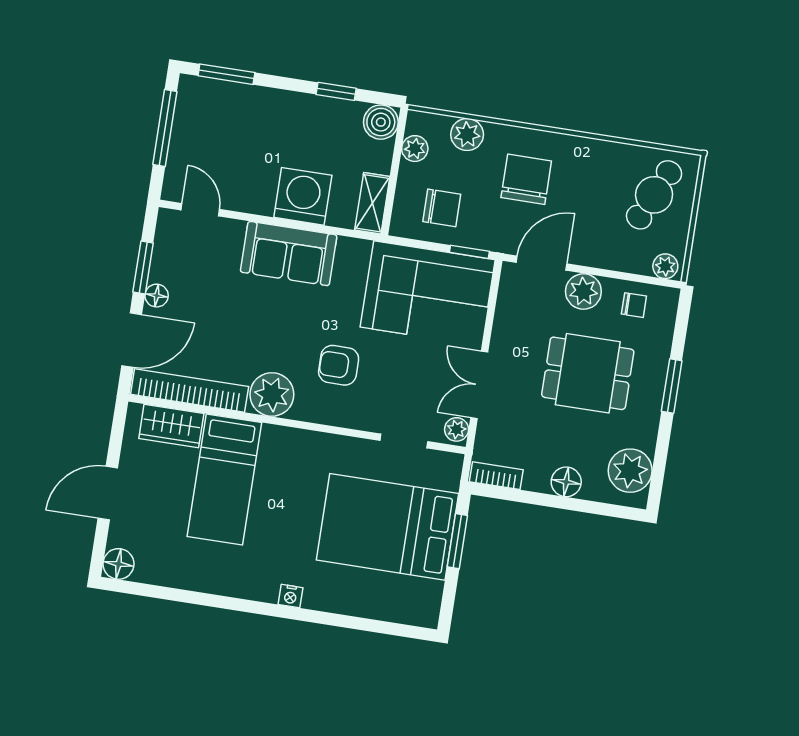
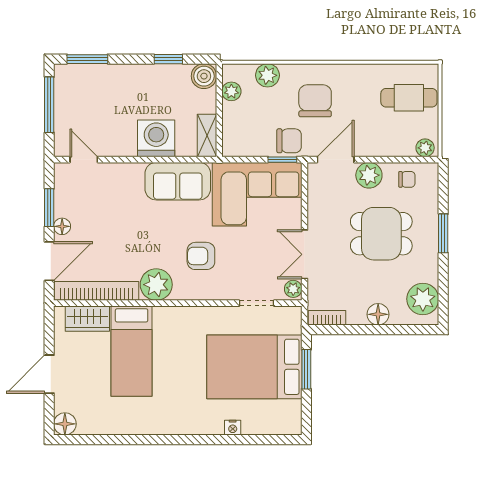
cafe table: (654, 195) -> (409, 98), turned 65
chair: (442, 208) -> (289, 141), moved
sofa: (289, 254) -> (178, 181), moved
nightstand: (290, 596) -> (233, 428), moved

